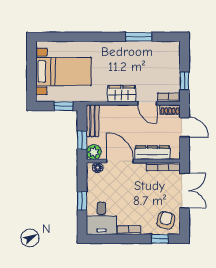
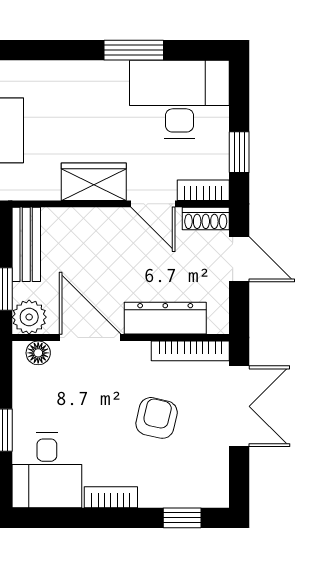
desk: (159, 58) -> (179, 99), added
armchair: (166, 220) -> (157, 418), moved

